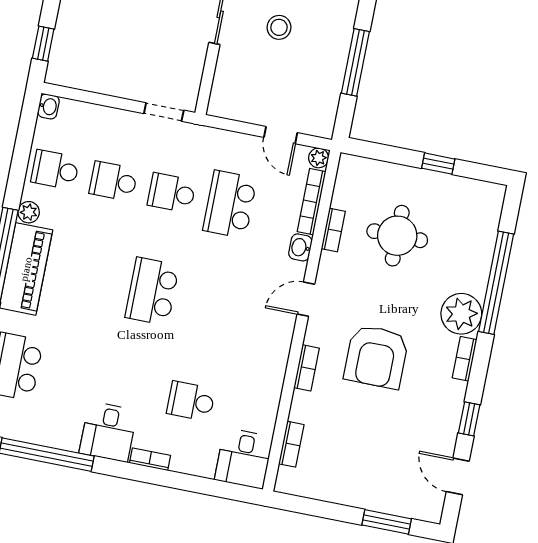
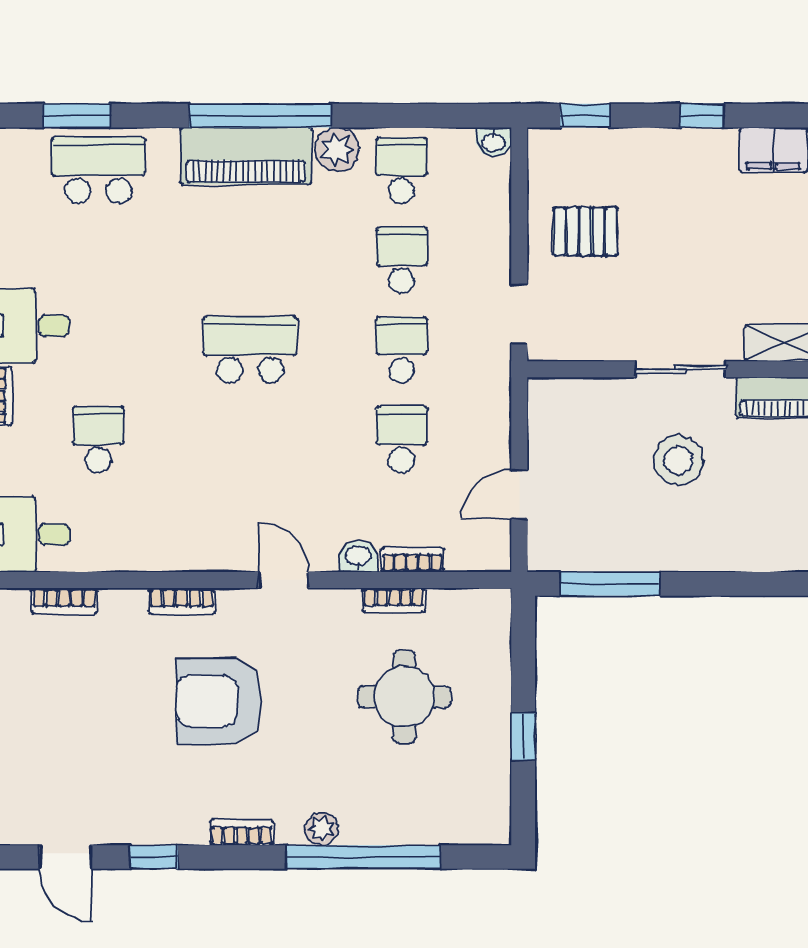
stool: (279, 27) -> (678, 460), width x1.38, depth x1.38
pallet: (118, 58) -> (585, 231), added
window: (355, 62) -> (610, 584), moved
plant: (319, 158) -> (496, 557), removed
bookcase: (312, 202) -> (412, 560), width x0.64
school desk: (230, 204) -> (402, 439), width x0.54
plant: (29, 212) -> (337, 150), width x1.38, depth x1.38
plant: (461, 314) -> (322, 829), width x0.53, depth x0.53
door: (458, 476) -> (65, 857), swing flipped

